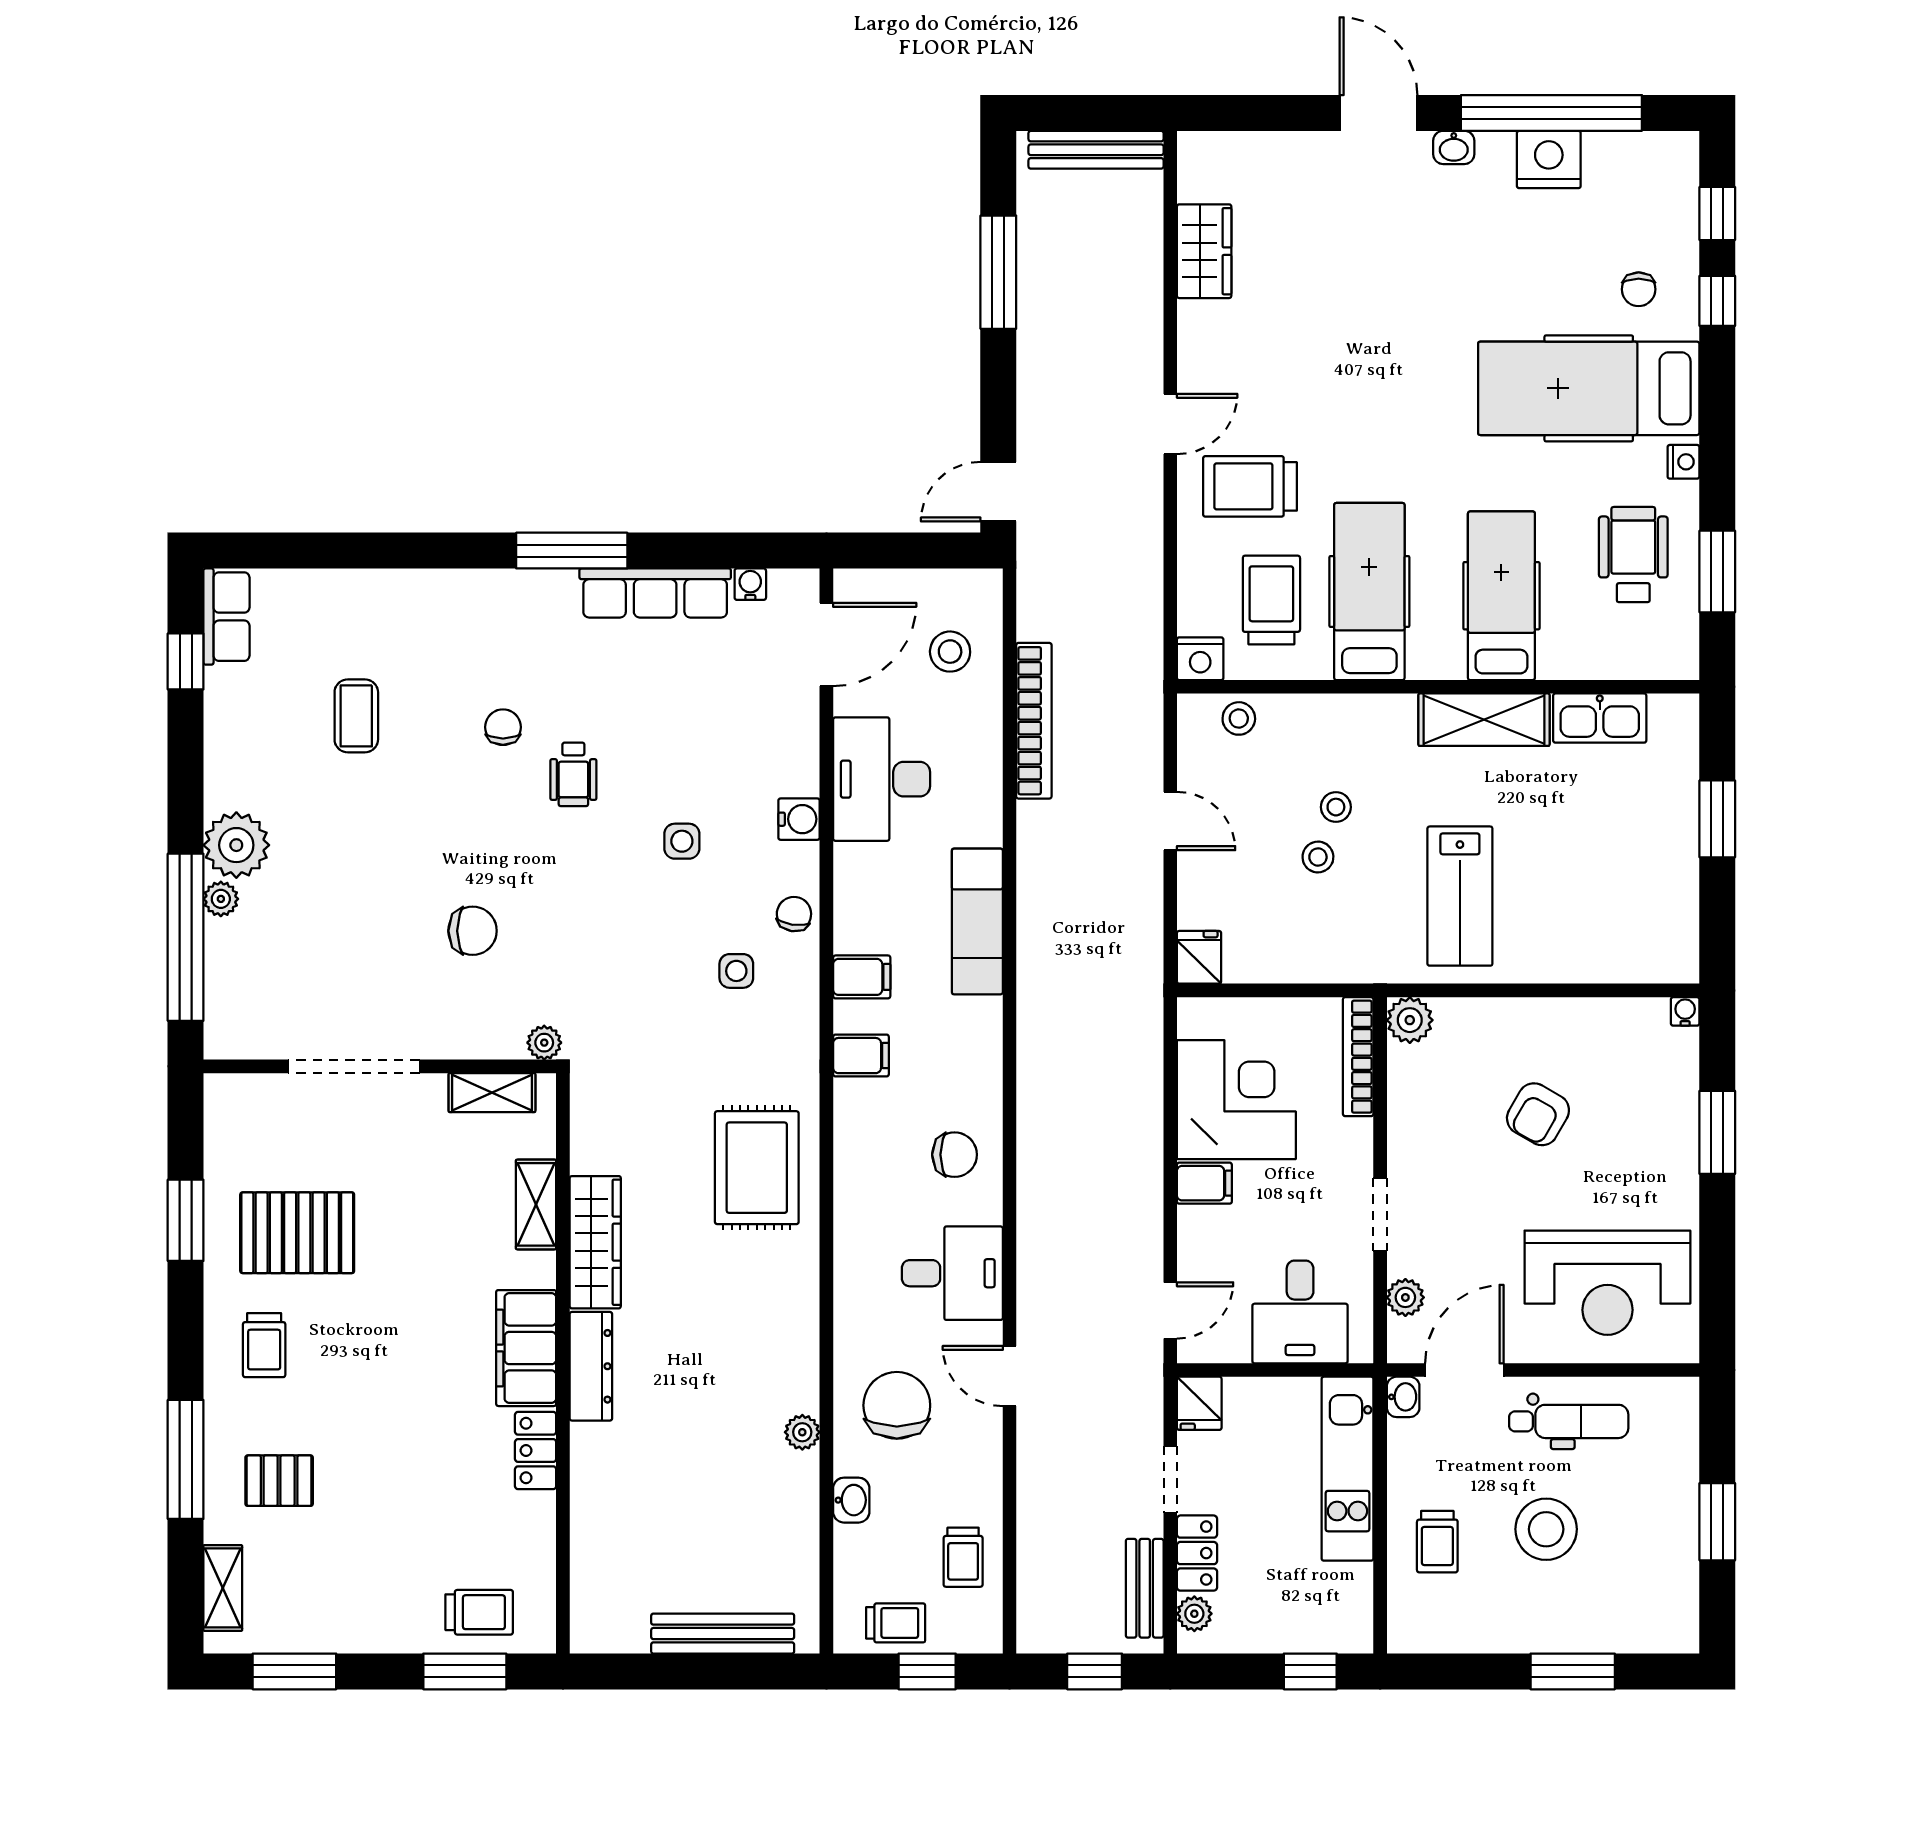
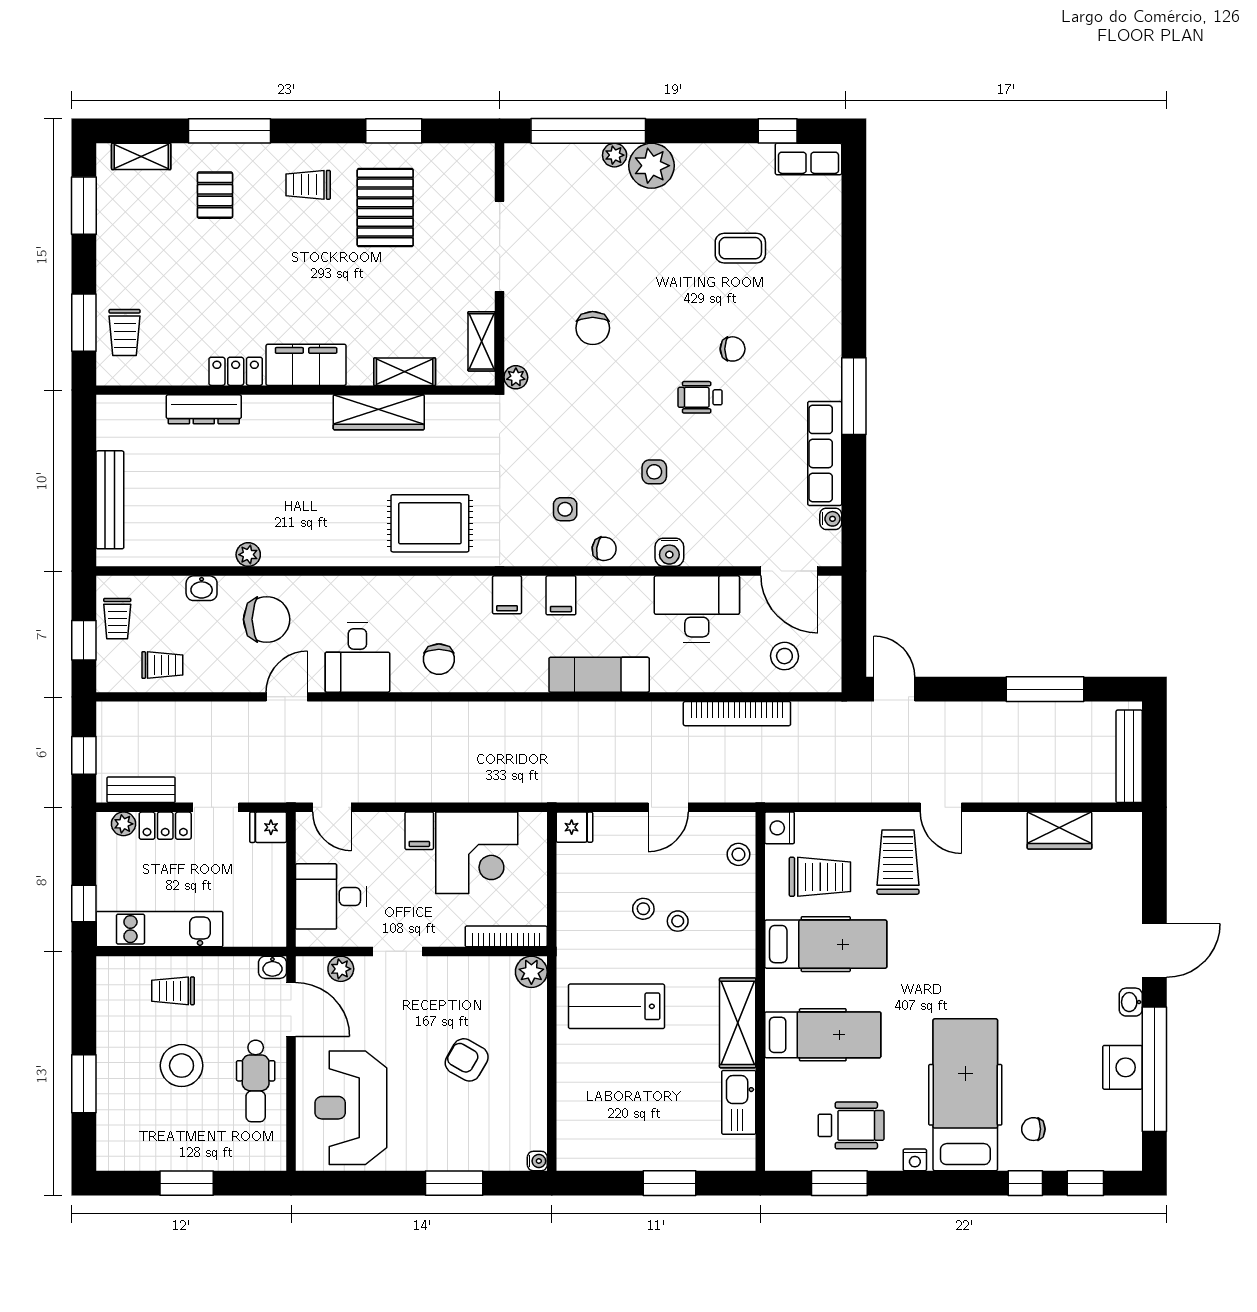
dresser: (591, 1366) -> (204, 409), moved
kitchen unit: (1347, 1469) -> (160, 929), moved
trolley: (963, 1557) -> (162, 665), turned 180

